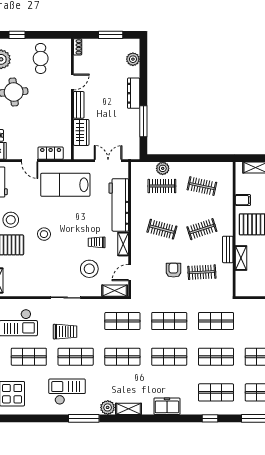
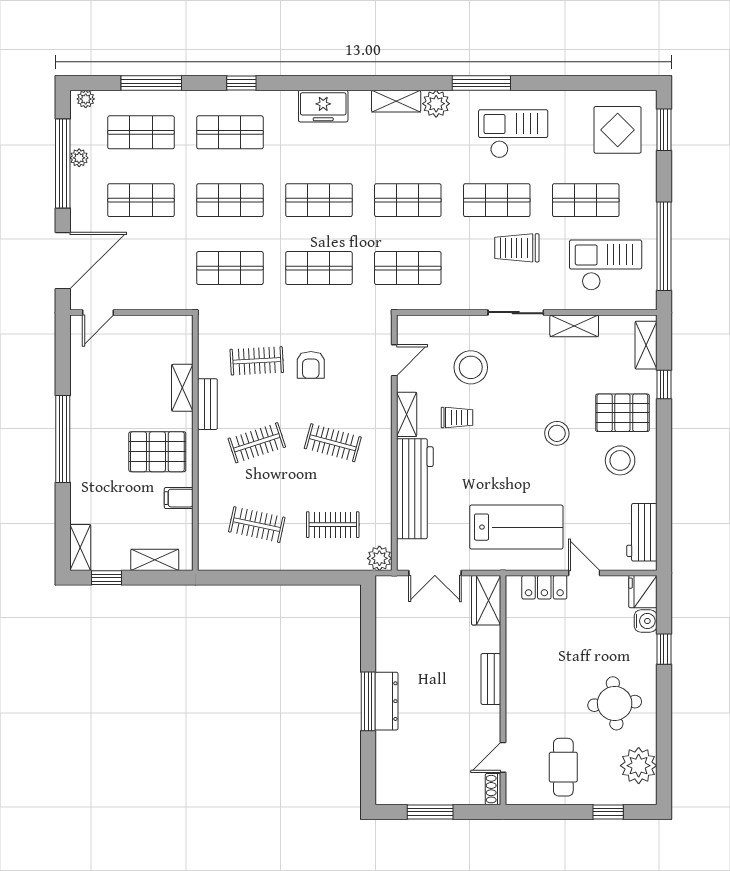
plant: (133, 59) -> (388, 766), removed
door: (72, 82) -> (503, 757), moved
window: (143, 121) -> (368, 701), moved
wardrobe: (81, 132) -> (486, 600), moved
plant: (163, 168) -> (379, 558), moved
shelving: (115, 291) -> (574, 326), moved
checkout: (67, 392) -> (513, 134), turned 180

